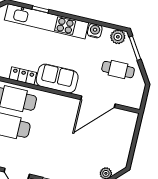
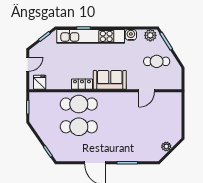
door: (98, 102) -> (147, 91), width x0.53

